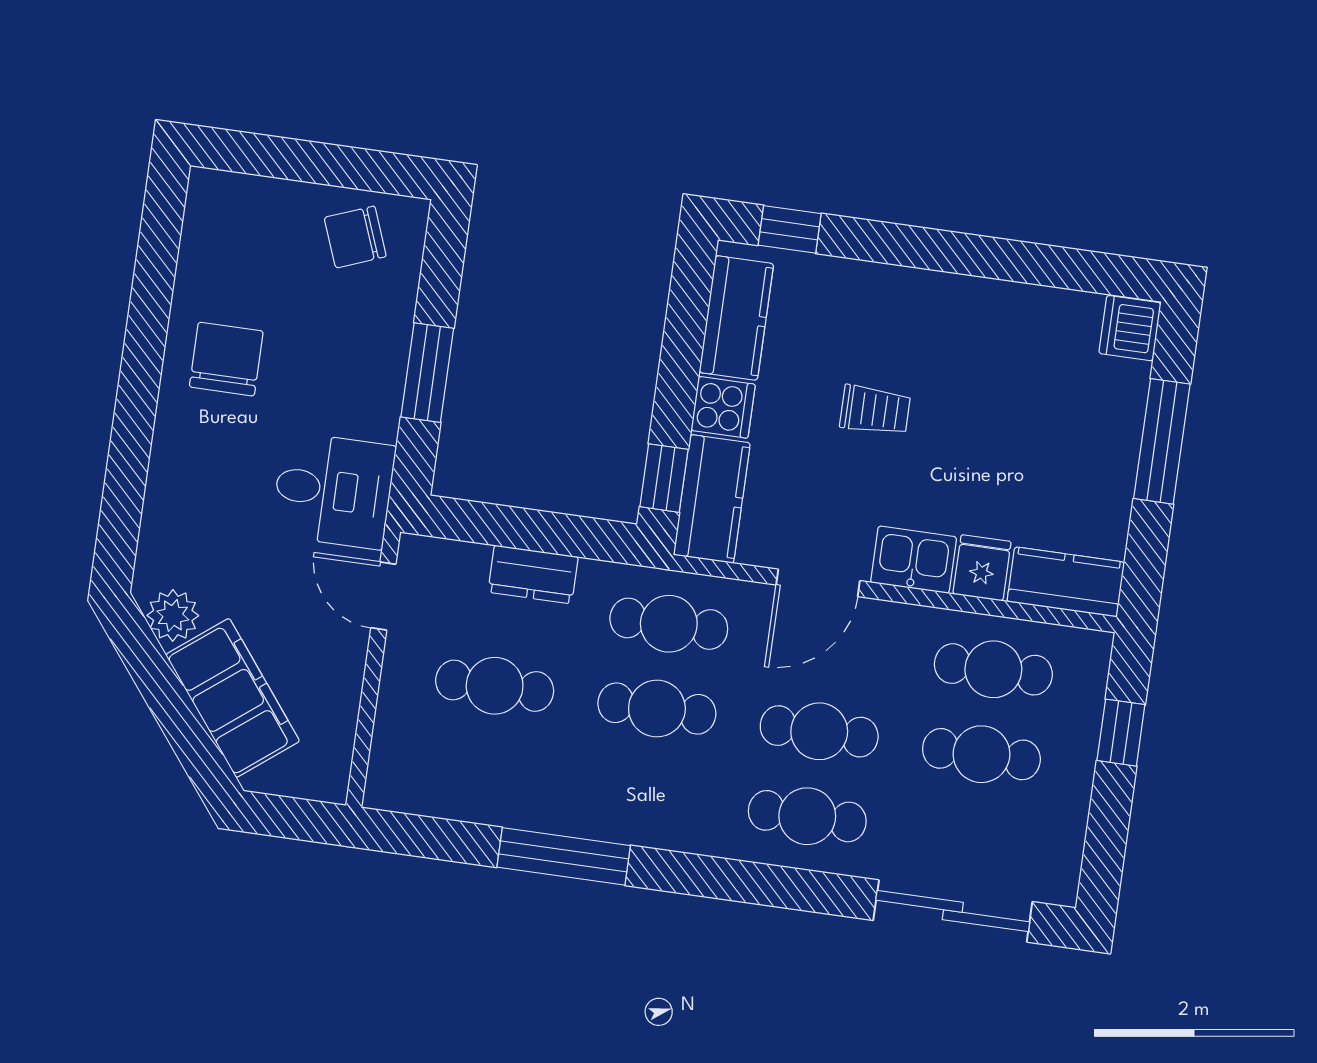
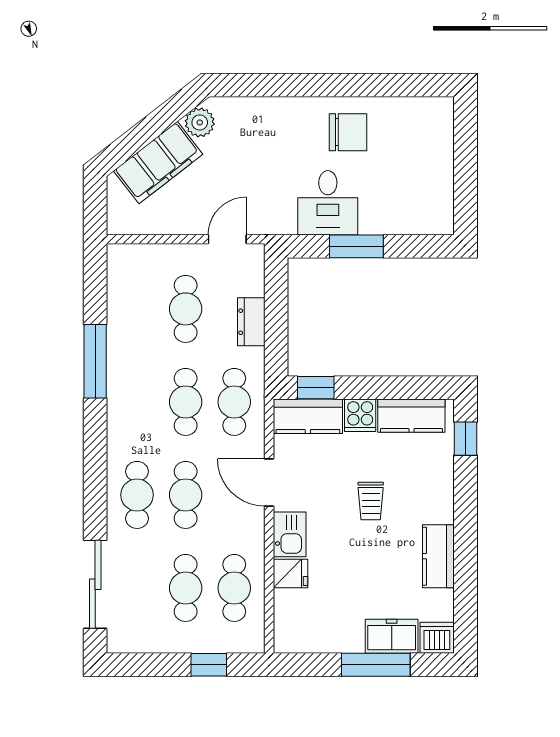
chair: (355, 237) -> (427, 195), removed
freezer: (1116, 407) -> (392, 636), added
desk: (333, 490) -> (328, 203), moved
kitchen counter: (1066, 582) -> (438, 556), moved, turned 180

